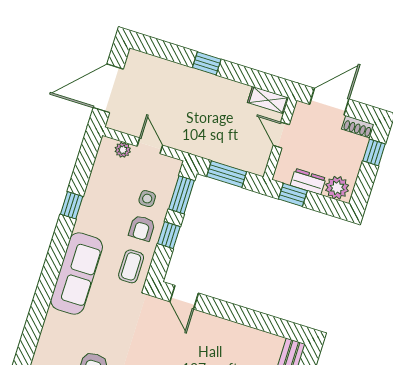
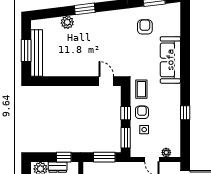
sofa: (77, 274) -> (170, 60), moved

